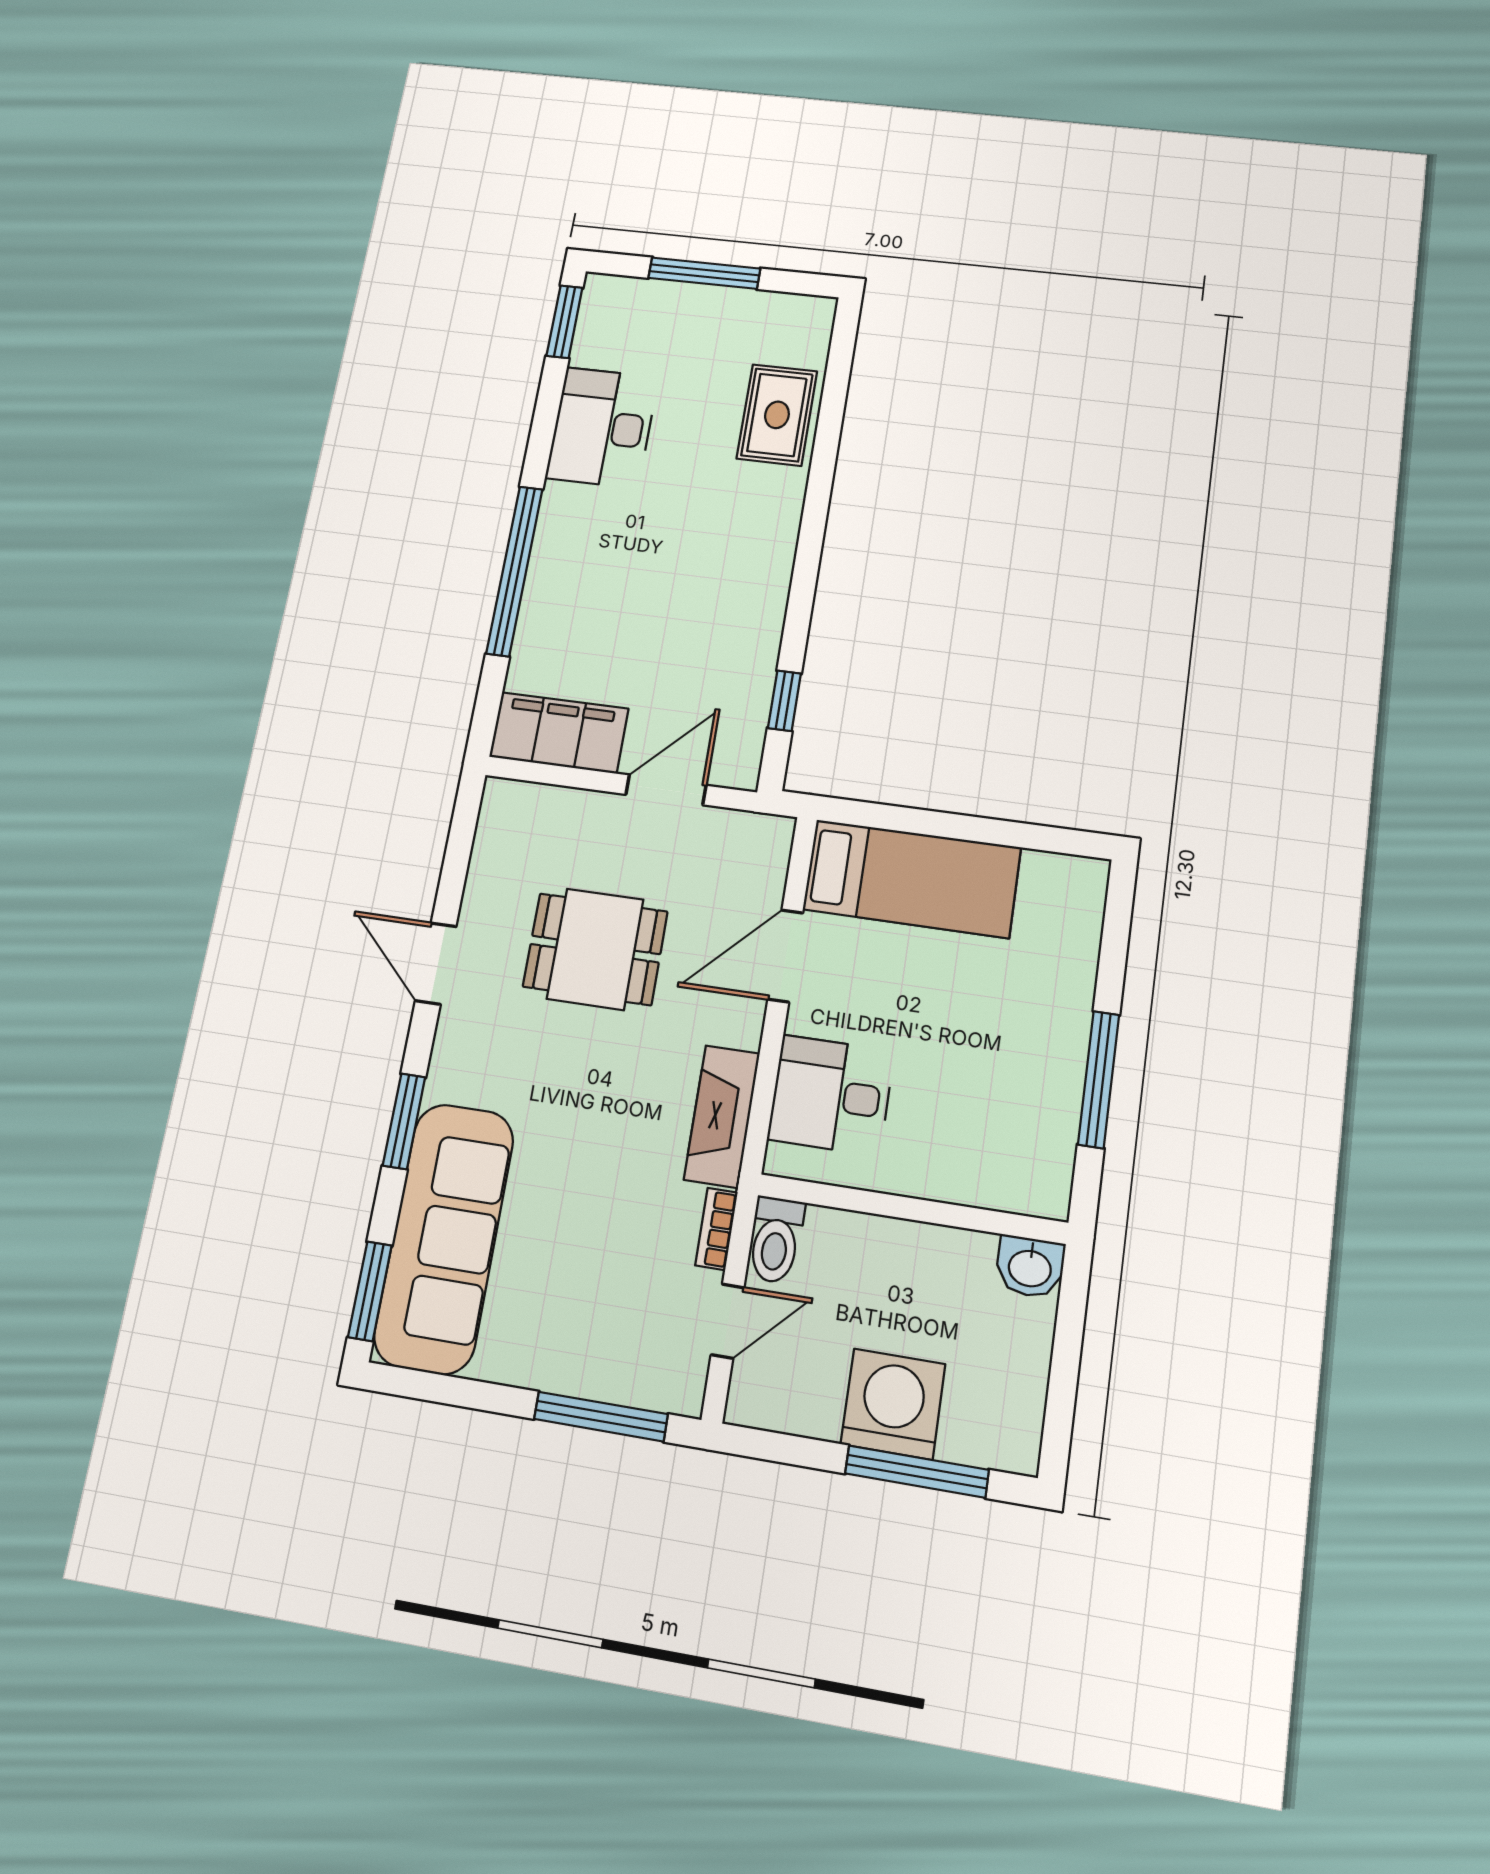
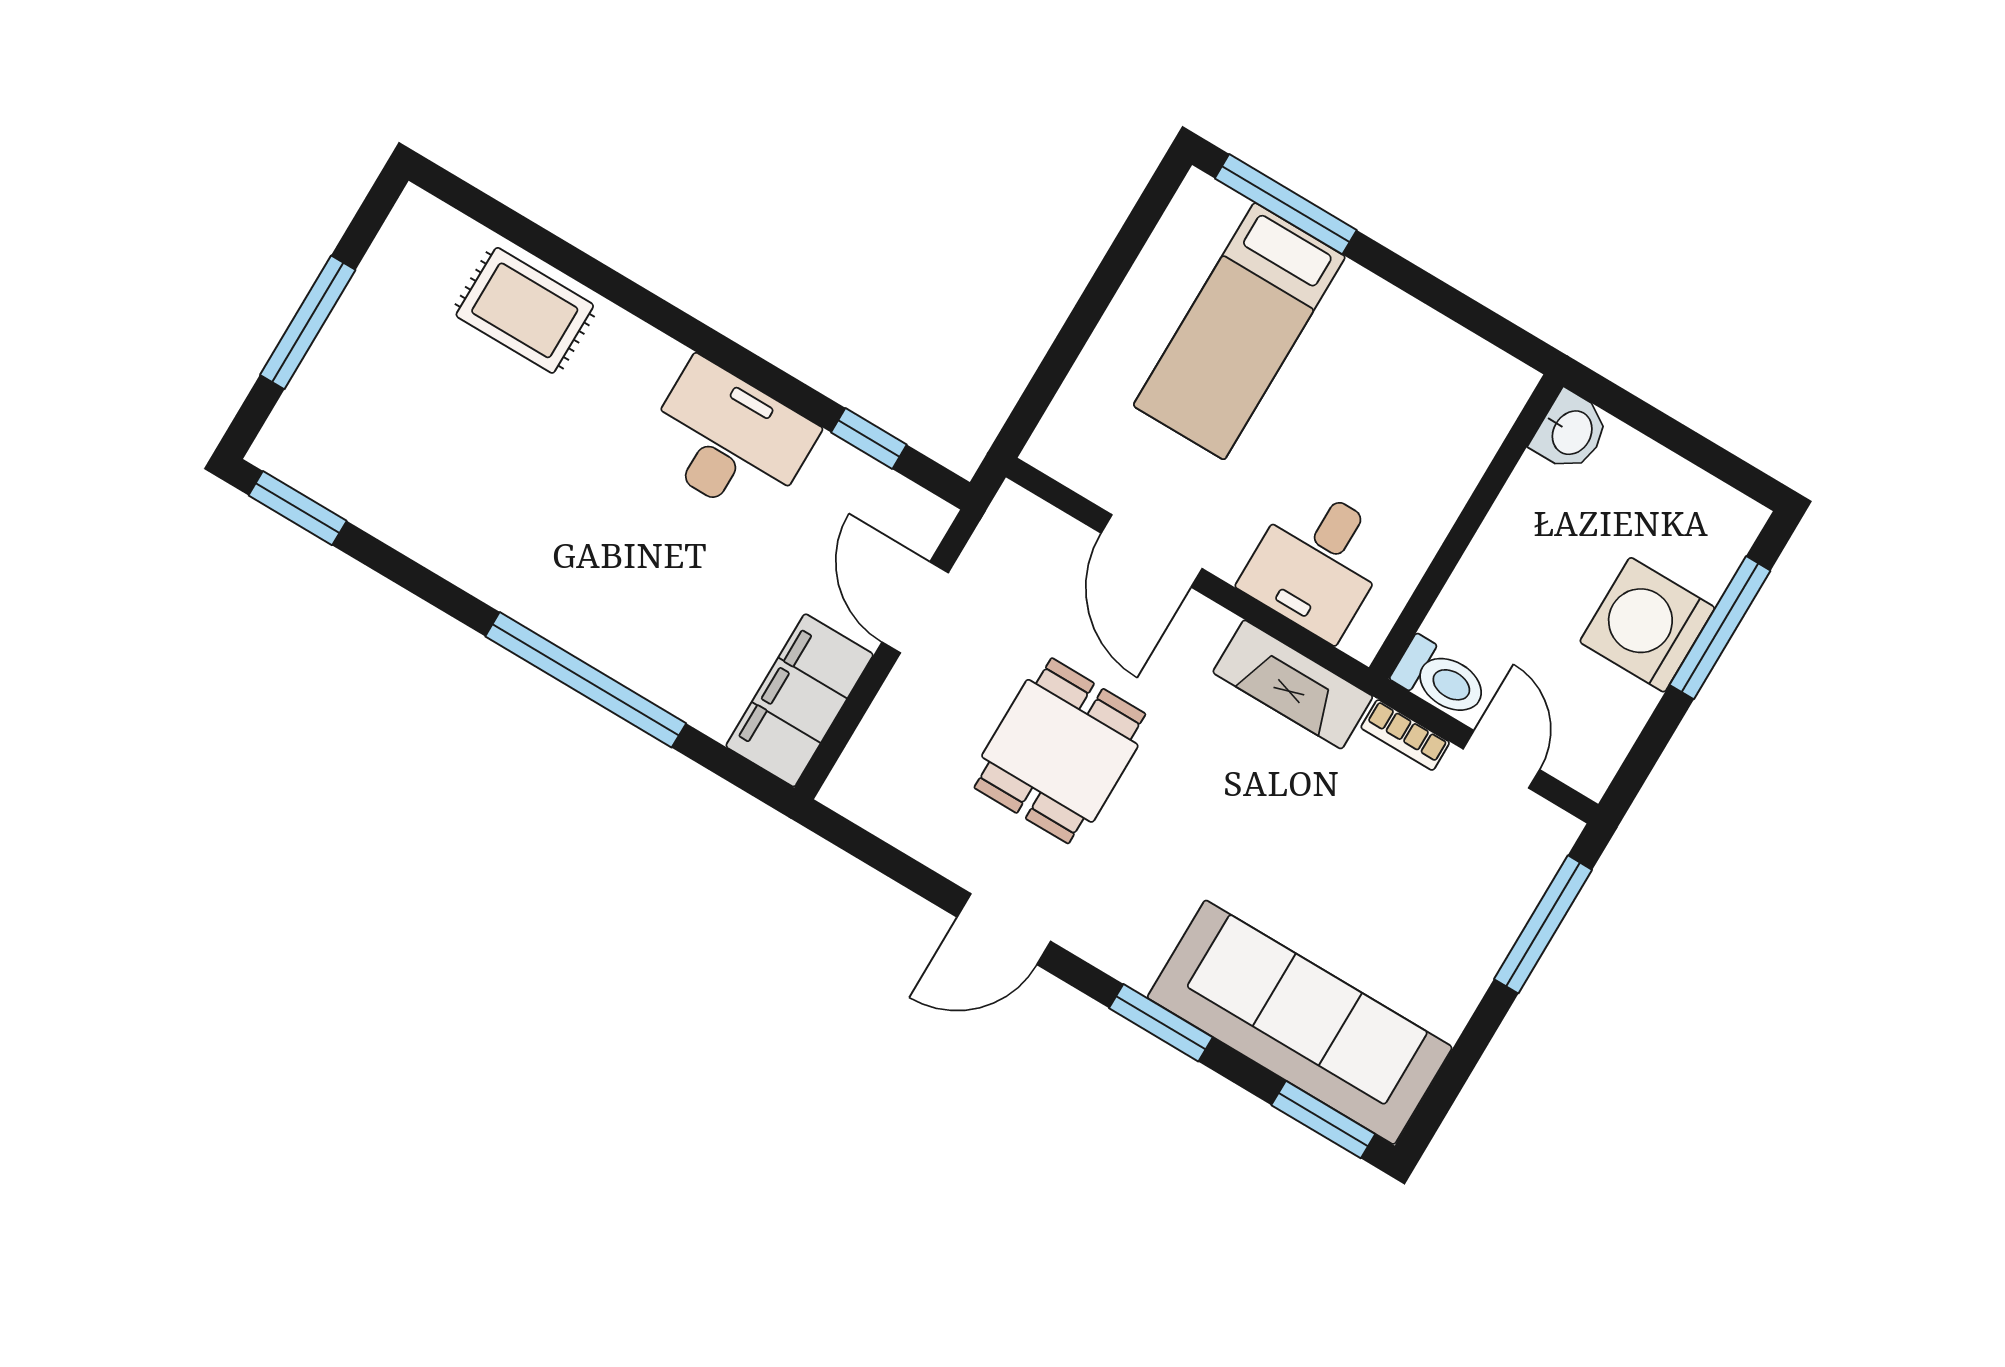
desk: (602, 427) -> (729, 440), moved, turned 180
bed: (912, 878) -> (1239, 331), moved, turned 180
window: (1099, 1079) -> (1286, 204), moved

